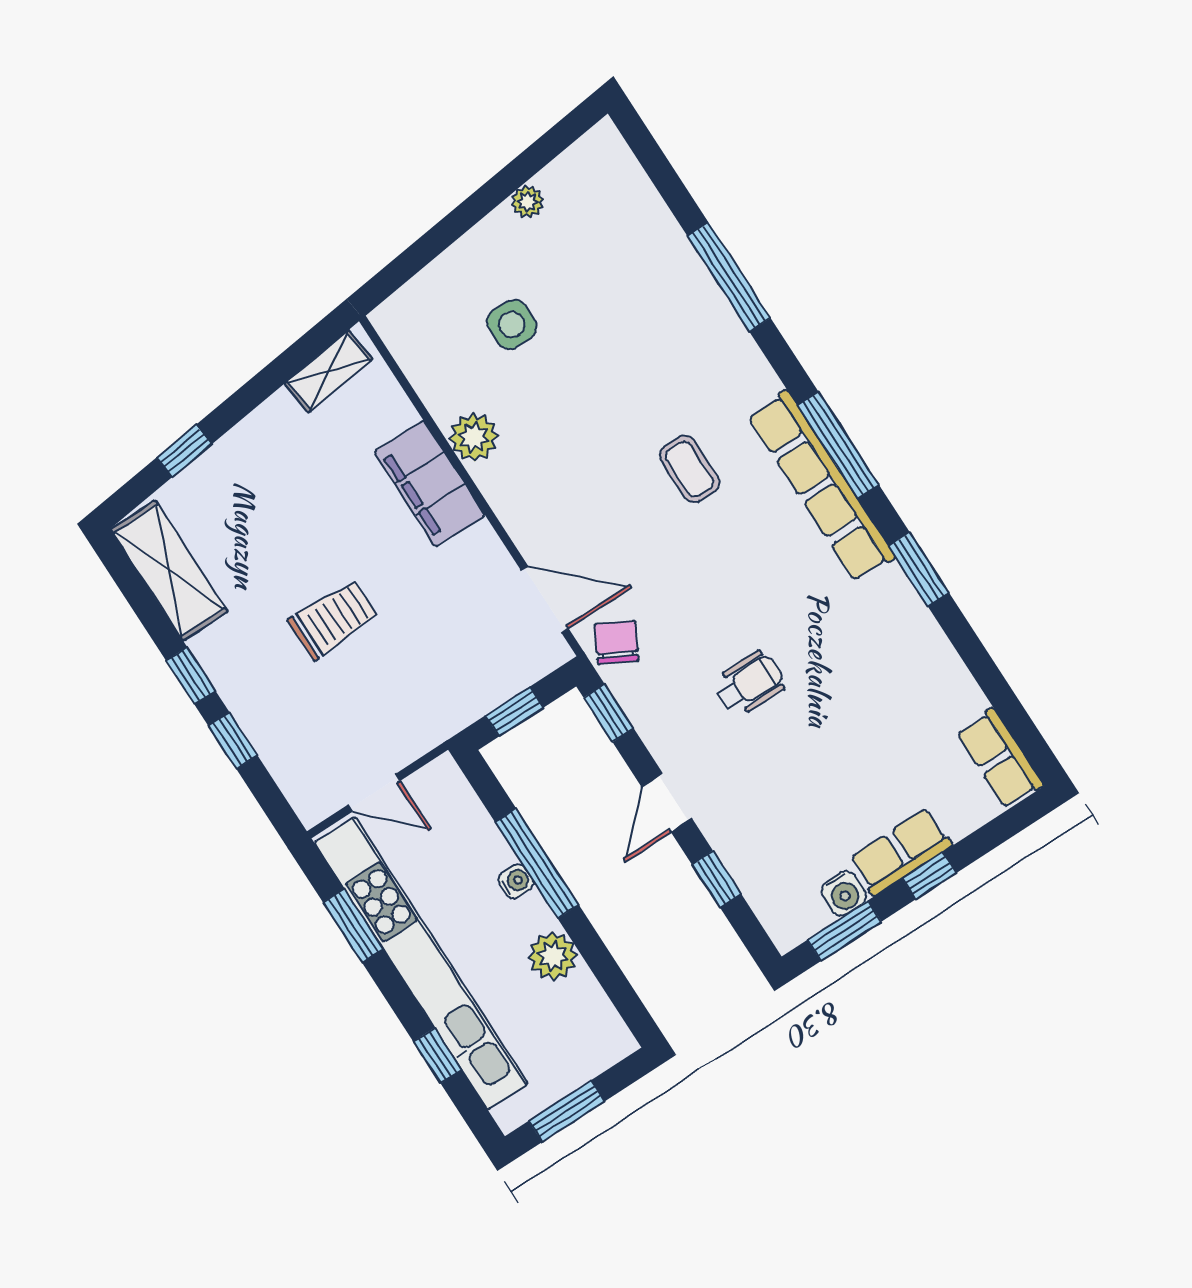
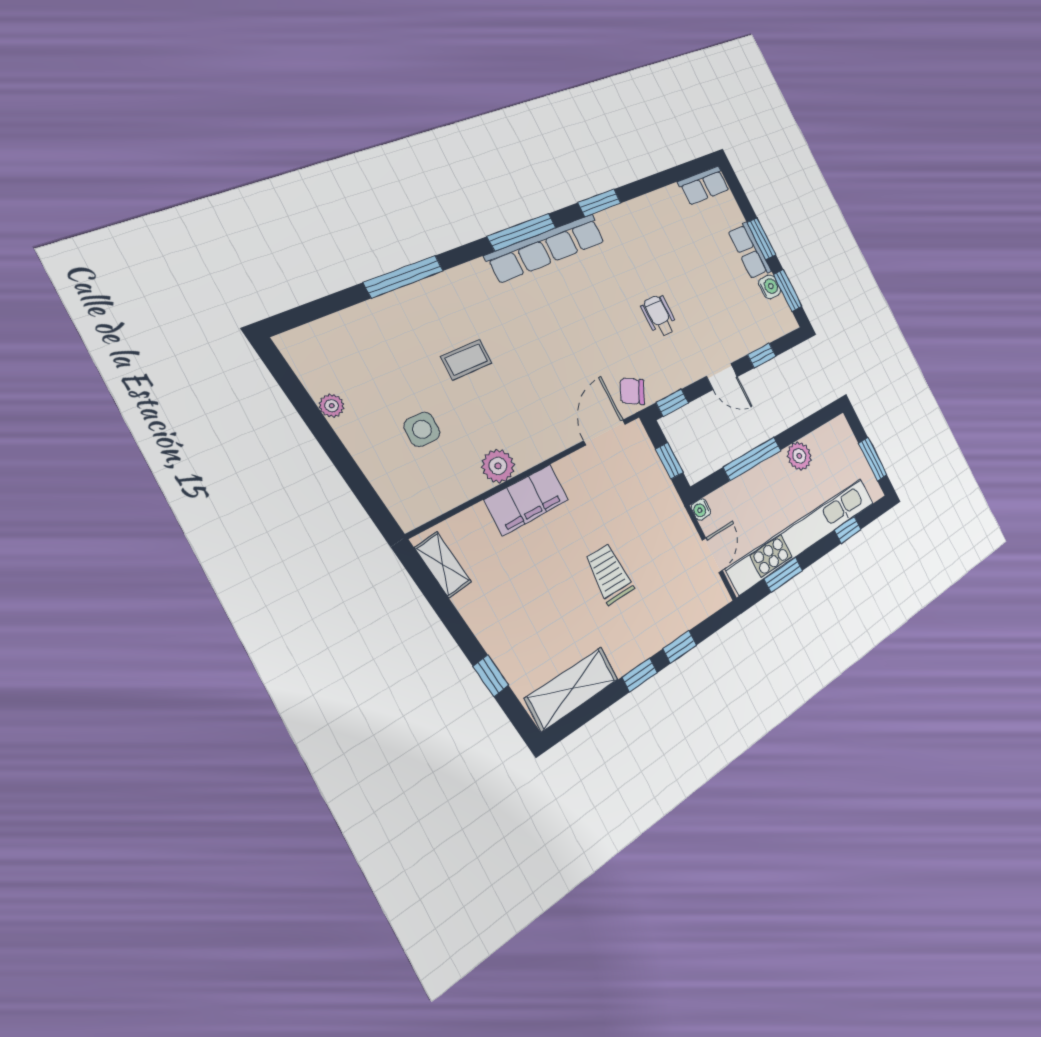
coffee table: (690, 469) -> (466, 360), moved
window: (929, 876) -> (762, 239), width x1.50
water cooler: (516, 881) -> (701, 510), moved, turned -90

